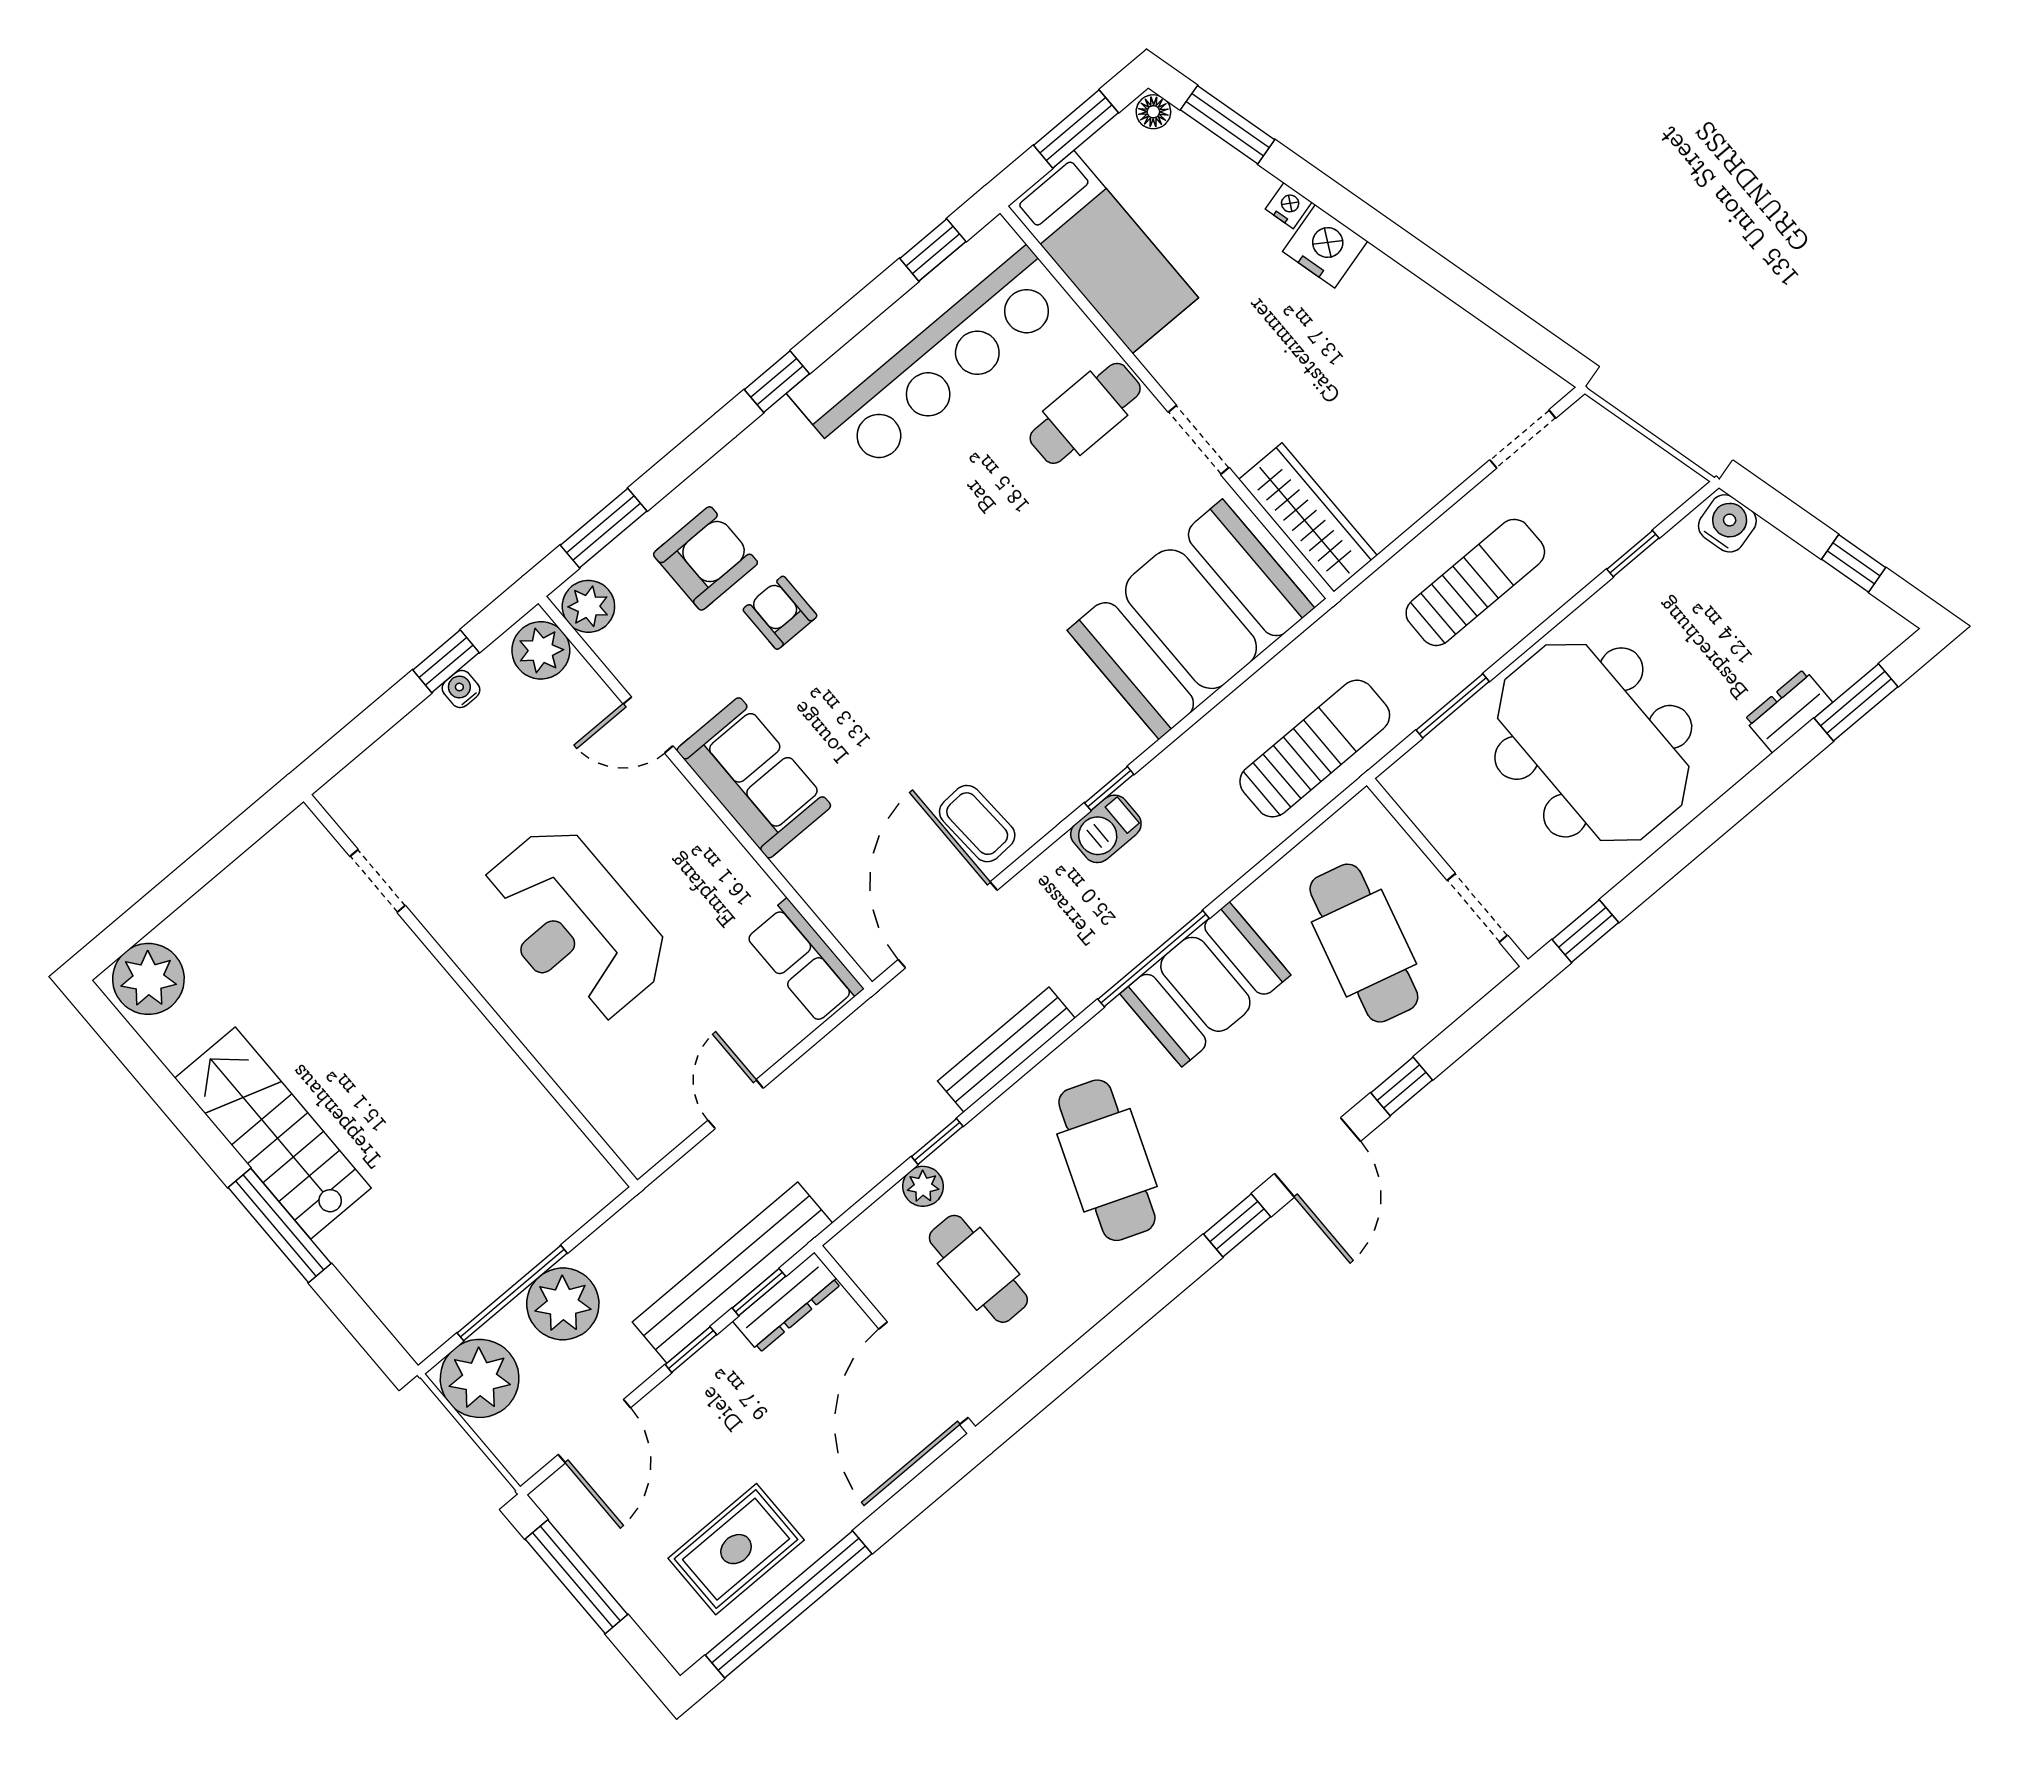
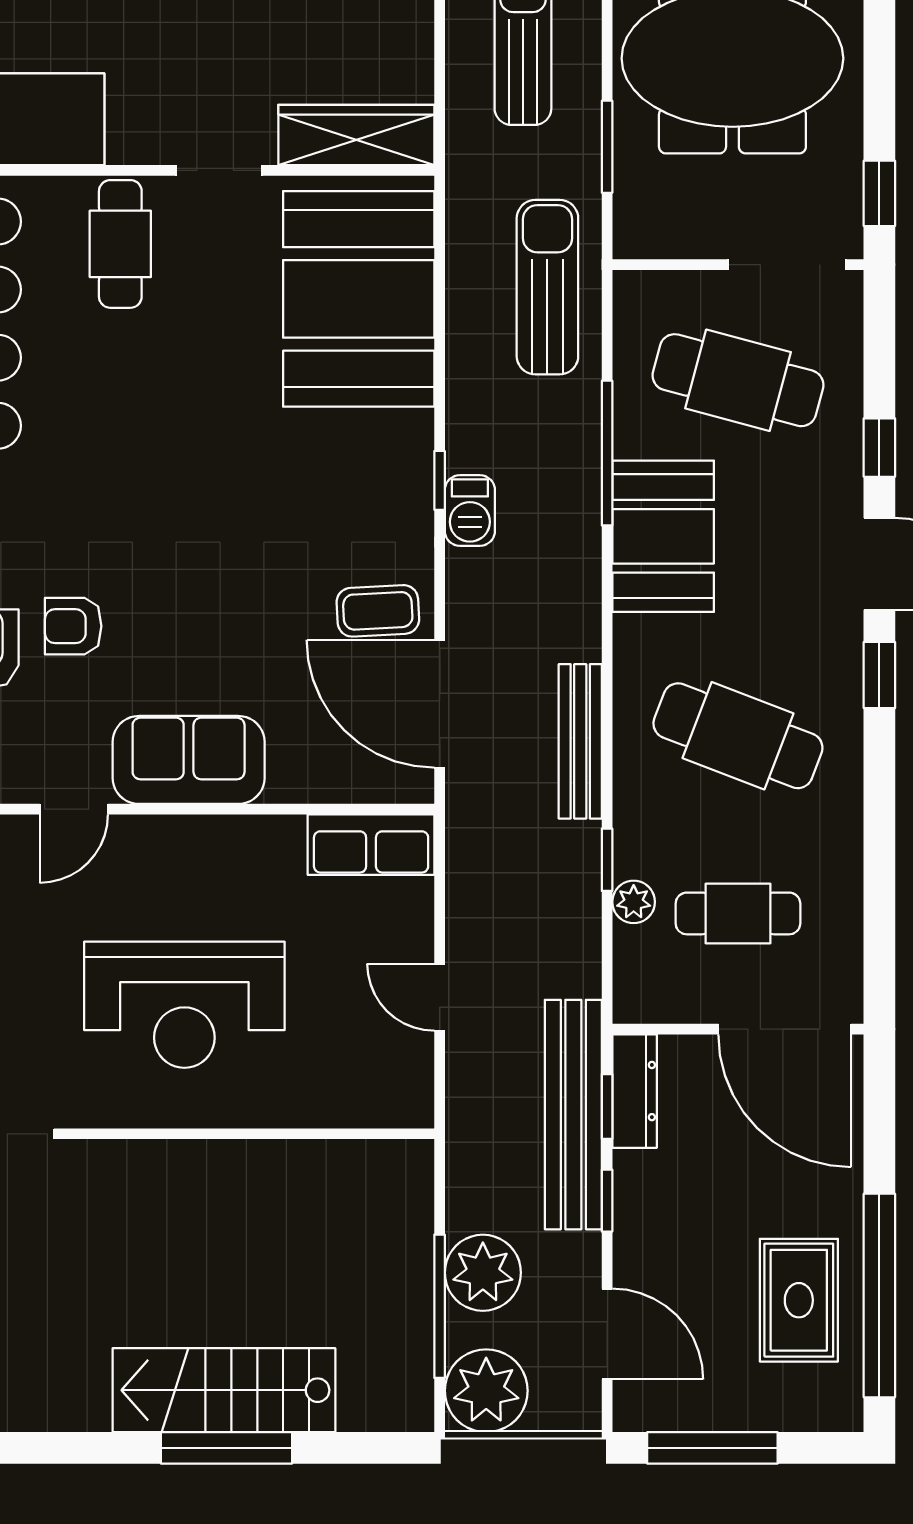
doorway: (1477, 908) -> (787, 265), width x1.38
window: (1153, 959) -> (607, 453), moved
stairs: (273, 1133) -> (224, 1390), moved

